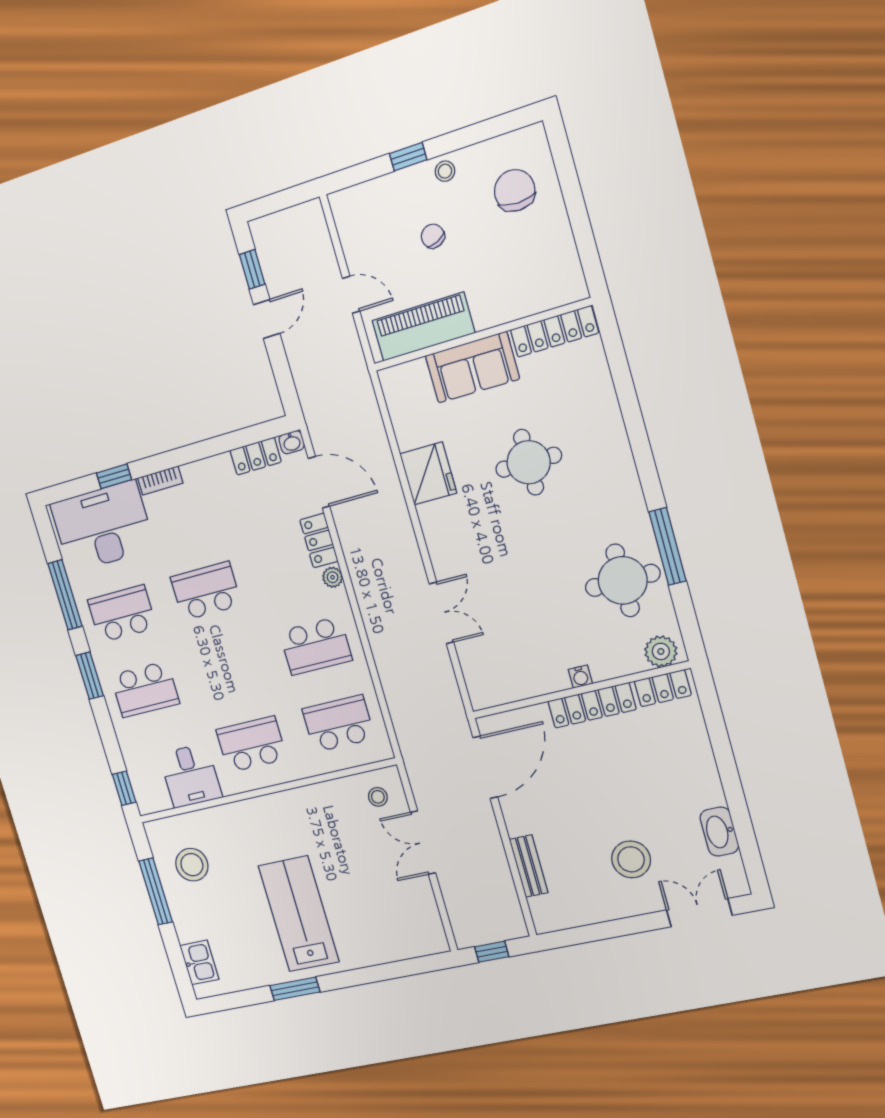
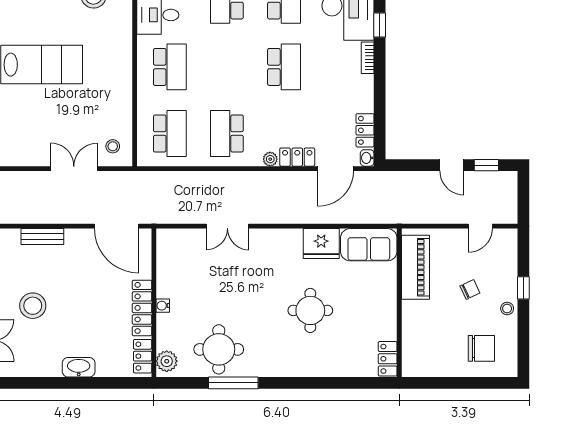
door: (351, 295) -> (480, 226), moved
locker: (554, 331) -> (388, 359), width x0.66
sofa: (472, 367) -> (369, 245), moved, turned -90
washbasin: (719, 832) -> (79, 367), moved

